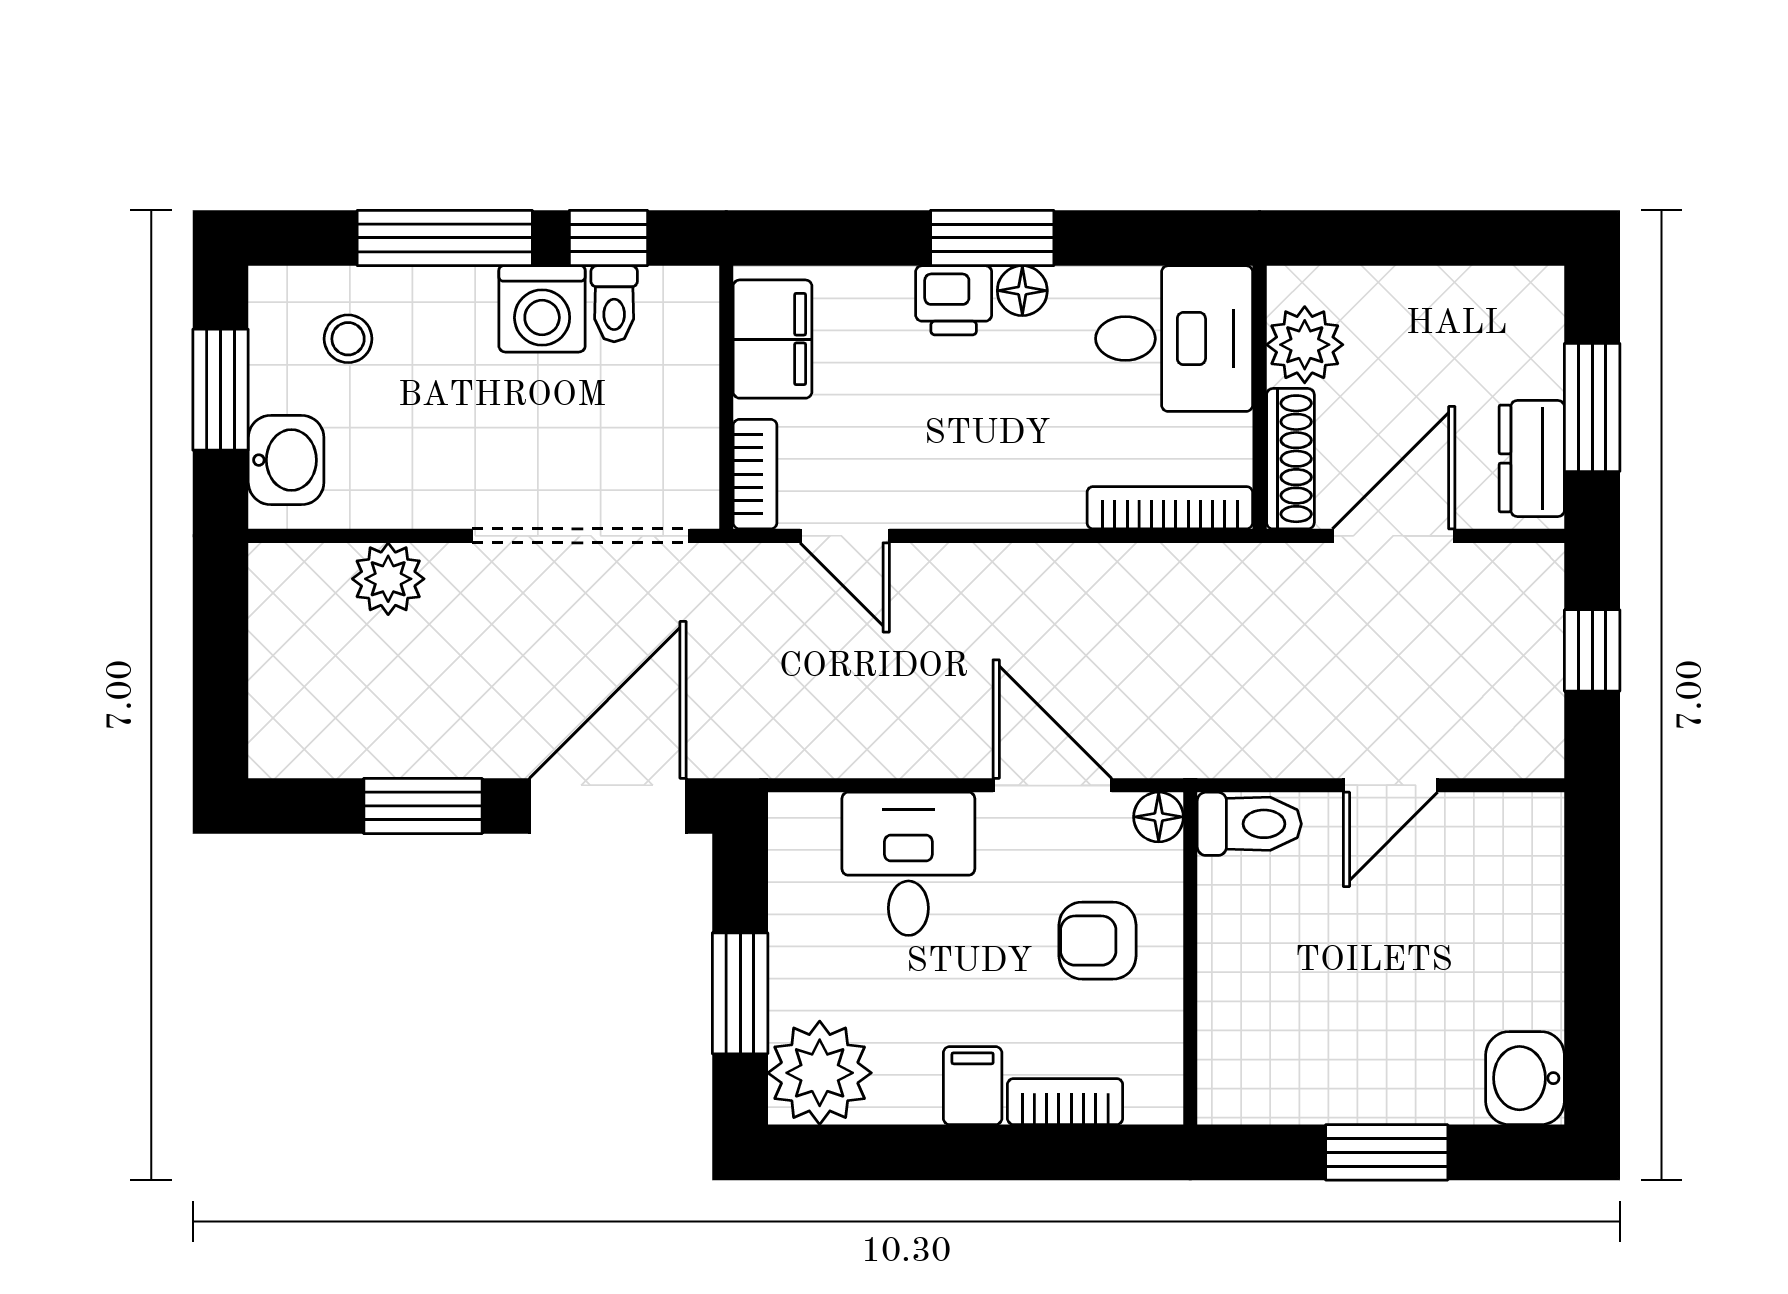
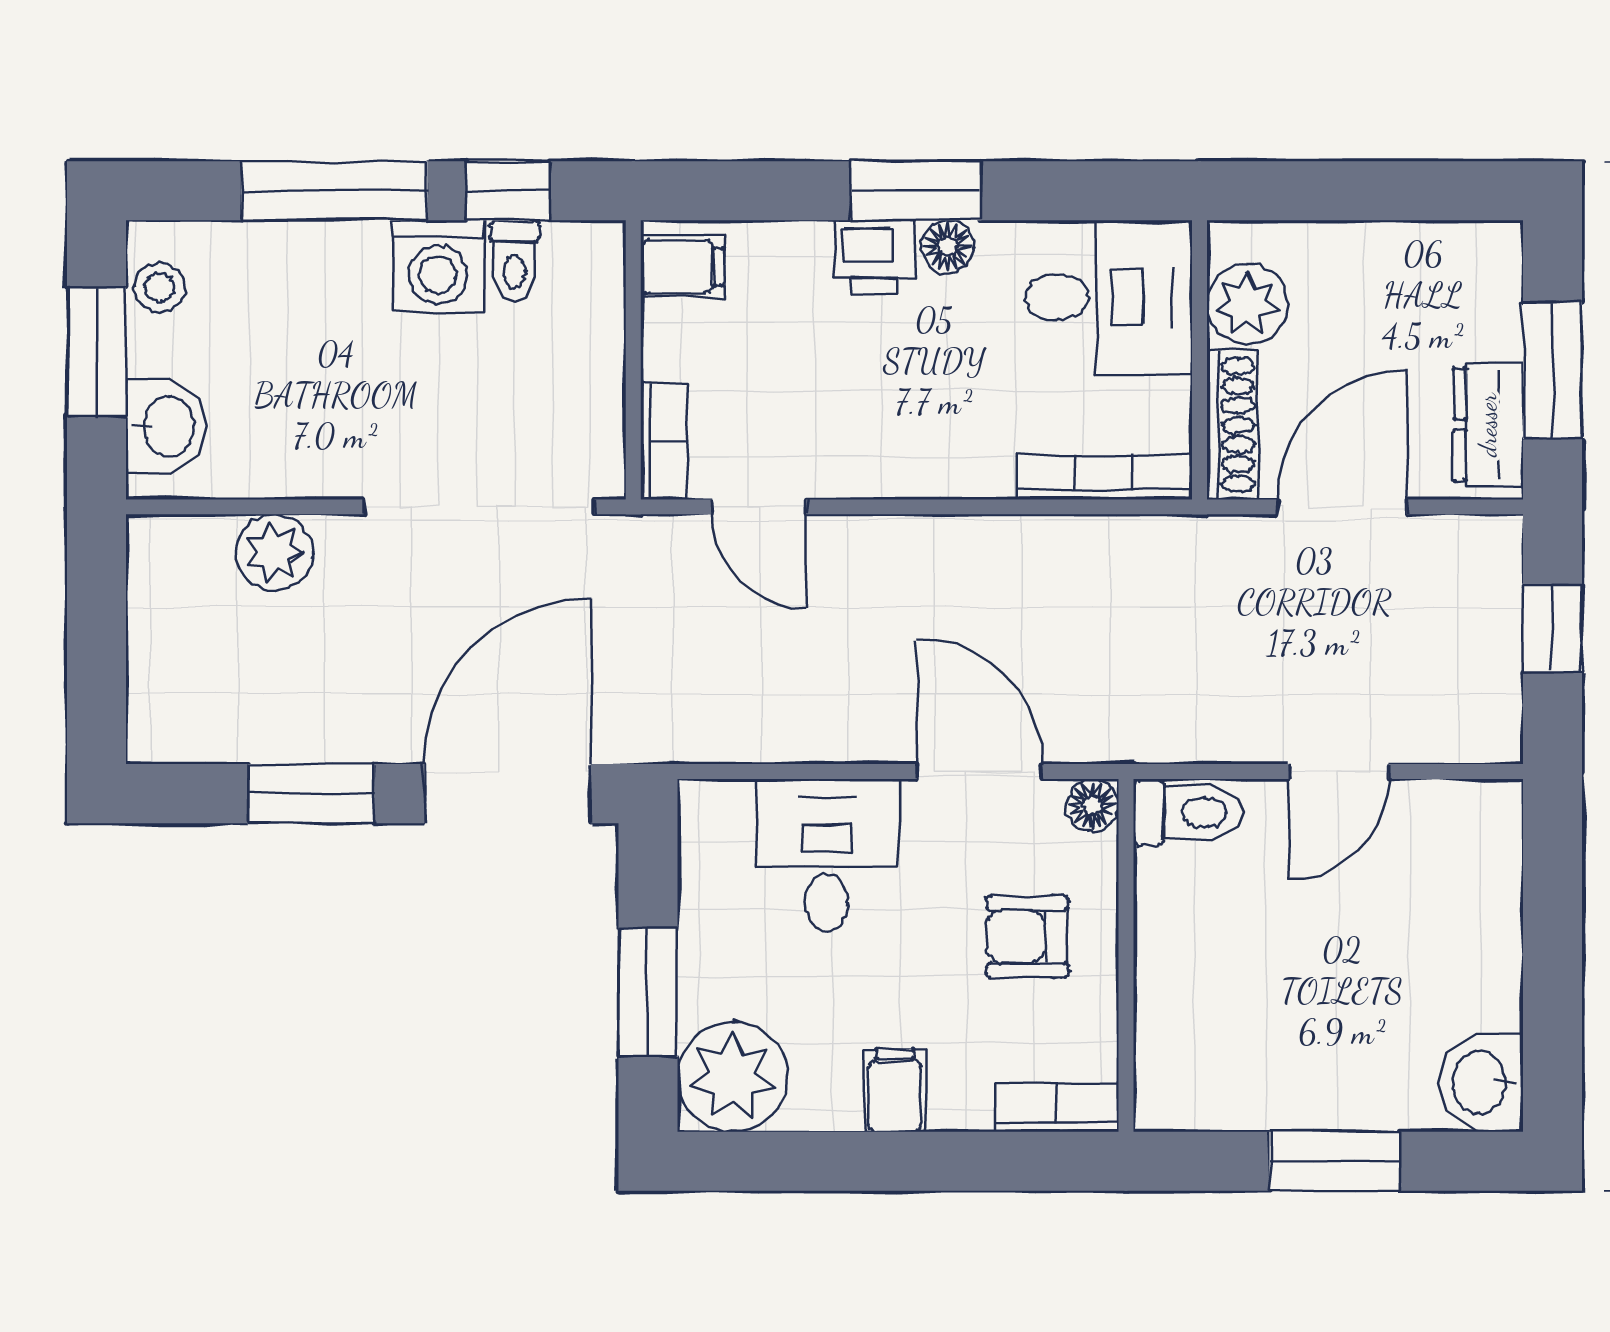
stool: (348, 339) -> (160, 287), moved
filing cabinet: (773, 339) -> (682, 267), width x0.50
bookcase: (1065, 1102) -> (1057, 1107), moved

